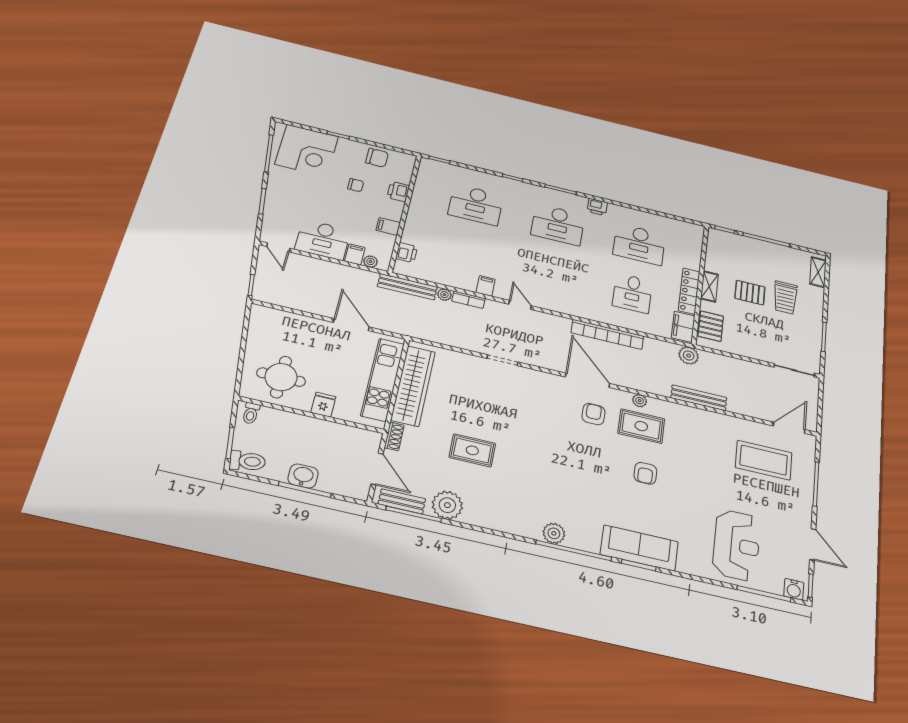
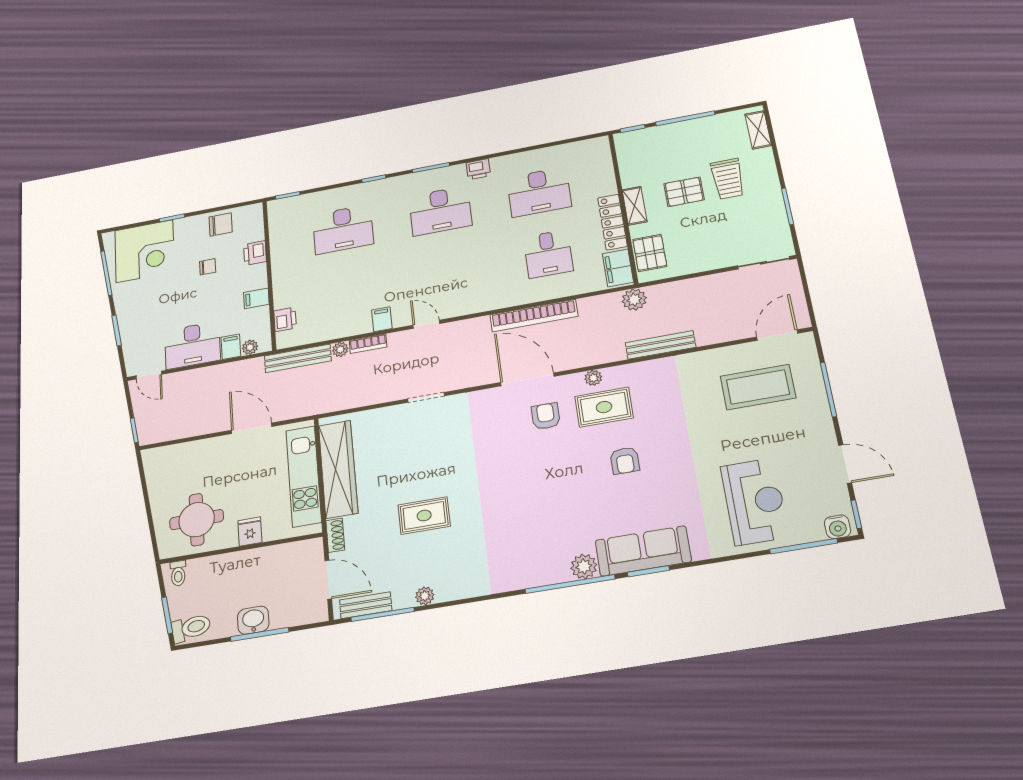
plant: (447, 505) -> (425, 596), width x0.53, depth x0.53
plant: (554, 533) -> (584, 567), moved

